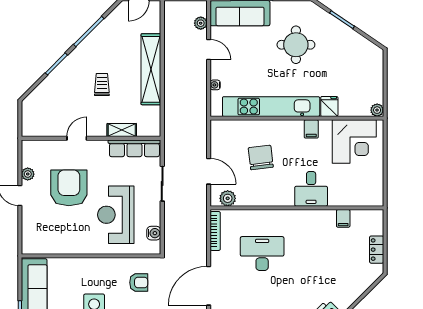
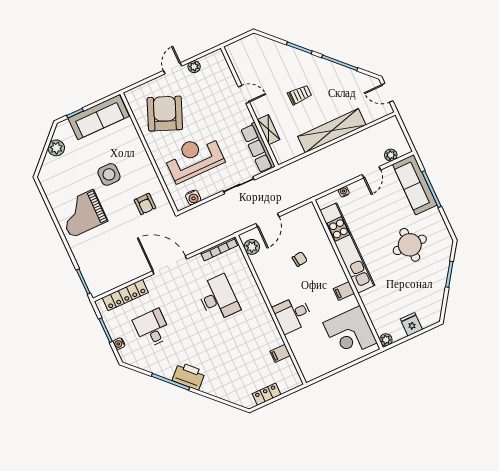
fridge: (329, 106) -> (411, 324), moved, turned -90
chair: (261, 157) -> (300, 259), width x0.54, depth x0.54
armchair: (69, 188) -> (165, 114), moved, turned -68

